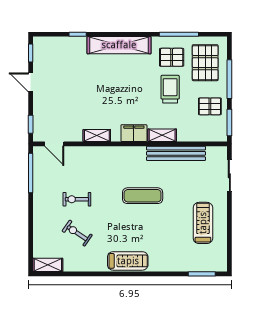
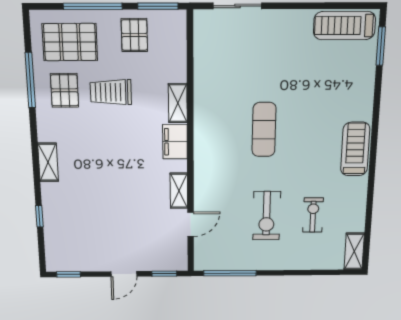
shelving: (119, 45) -> (48, 162), width x0.45, depth x0.75
door: (31, 82) -> (124, 274), moved
door: (54, 144) -> (191, 224), moved
bench: (176, 153) -> (204, 84), removed
exercise bike: (77, 199) -> (267, 216), width x1.38, depth x1.39
treadmill: (203, 223) -> (344, 26), moved
exercise bike: (77, 233) -> (313, 215), turned 146

